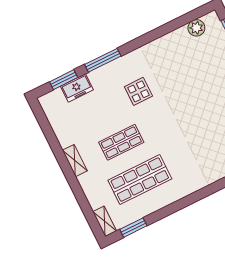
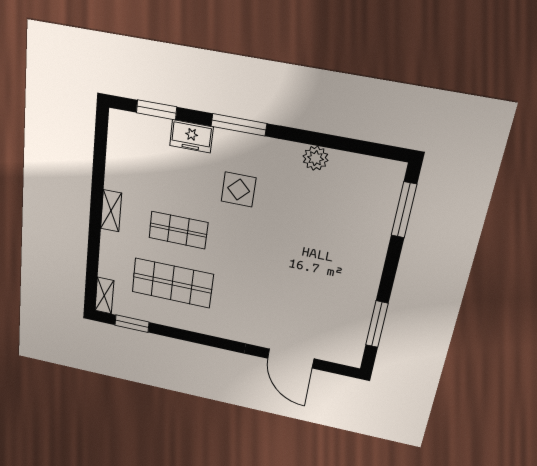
plant: (196, 28) -> (315, 158), moved
window: (103, 60) -> (239, 125), moved
freezer: (77, 88) -> (191, 136), moved

